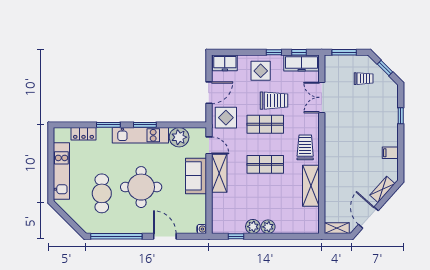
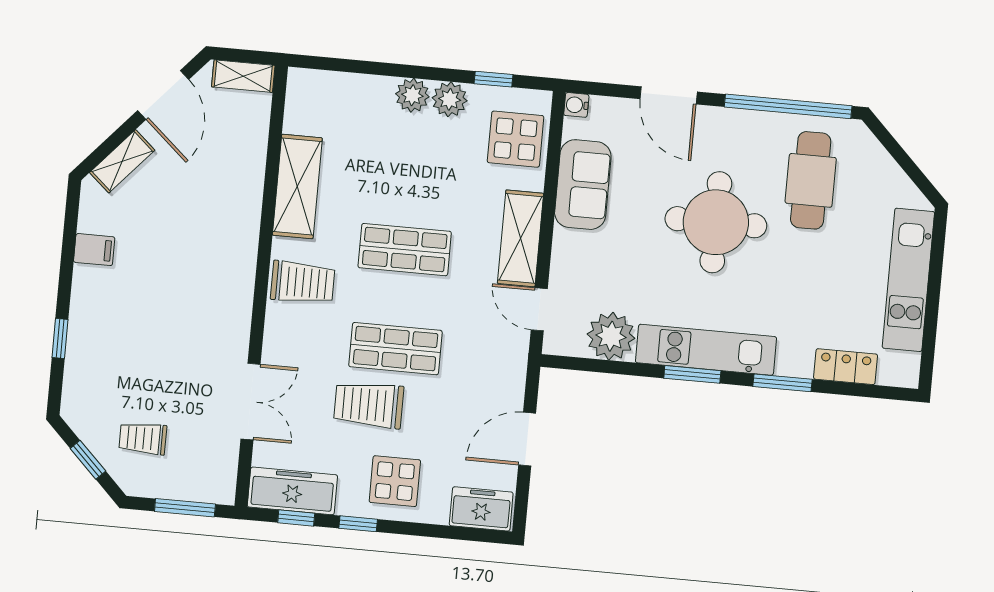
display table: (226, 118) -> (516, 139), moved
trolley: (305, 147) -> (303, 282), turned -90
sofa: (196, 176) -> (583, 185), moved
cafe table: (102, 193) -> (811, 180), moved

